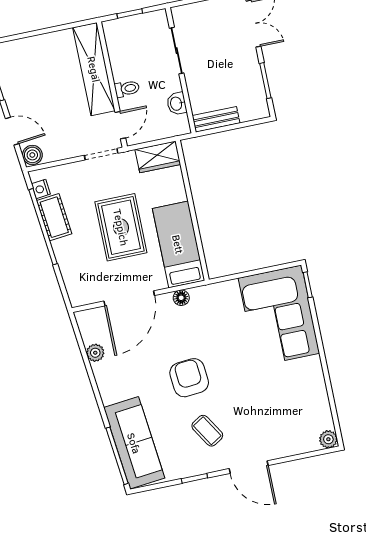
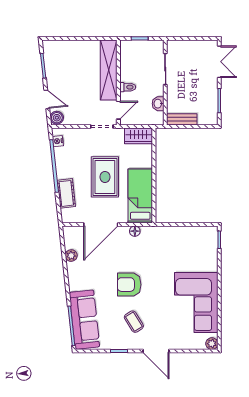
cot: (54, 217) -> (66, 193), moved
corner sofa: (279, 316) -> (196, 302), moved
armchair: (189, 378) -> (129, 285), turned -85

